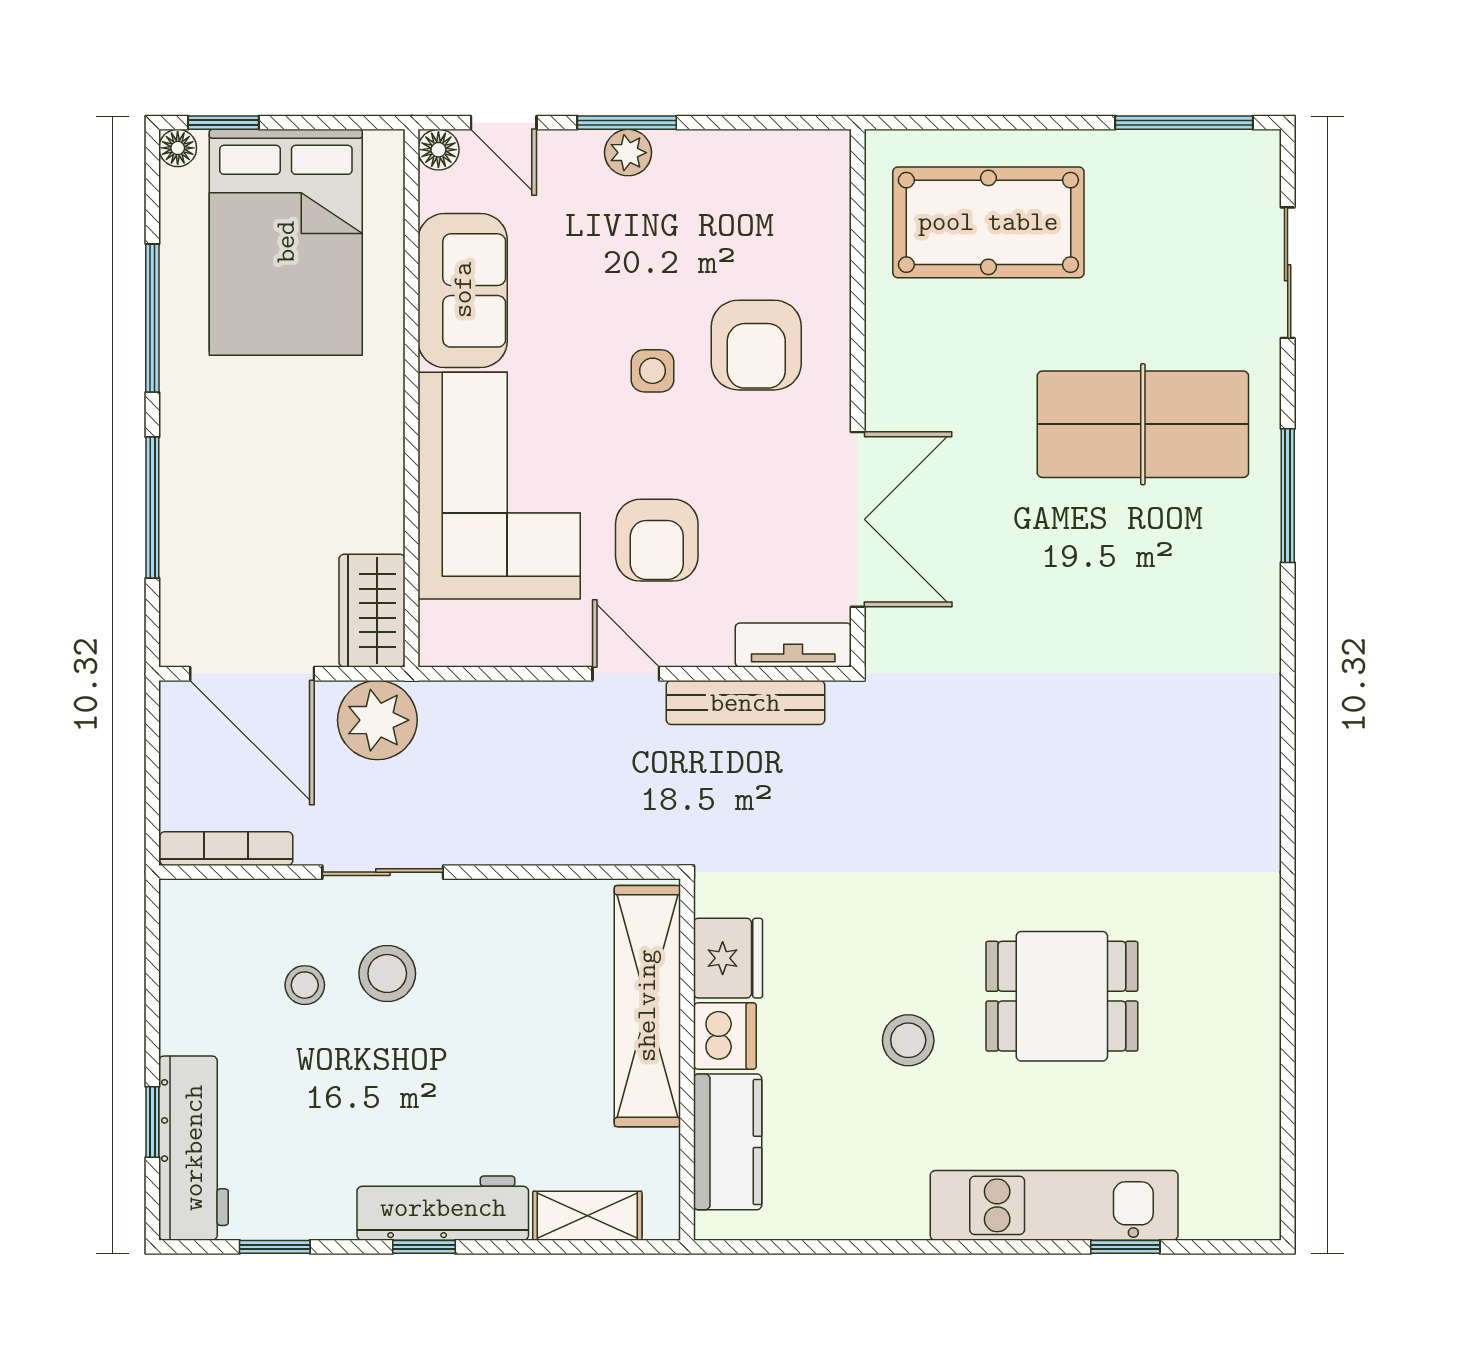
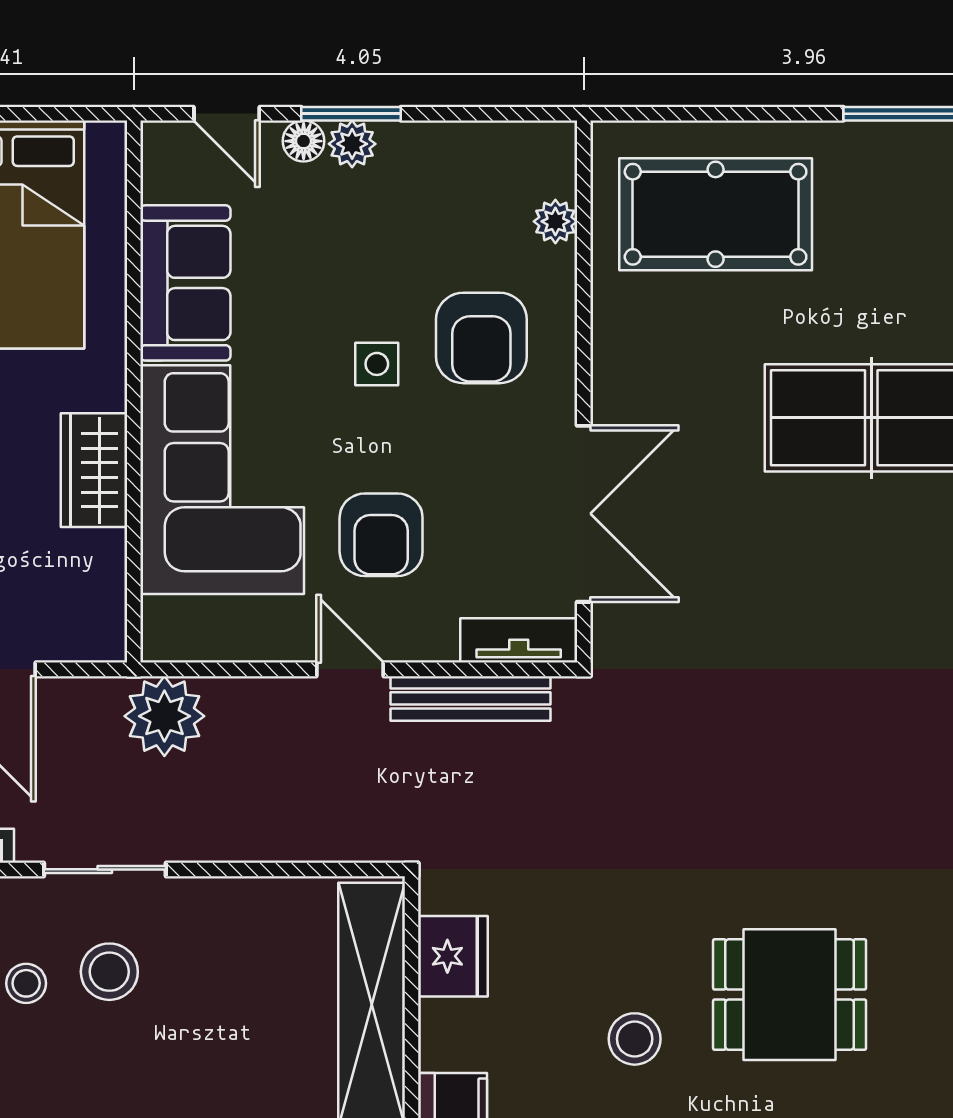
floor lamp: (438, 150) -> (304, 141), moved
plant: (830, 230) -> (555, 221), added
wardrobe: (372, 611) -> (94, 470), moved
plant: (377, 720) -> (164, 716), moved
dishwasher: (725, 1036) -> (450, 1035), removed

